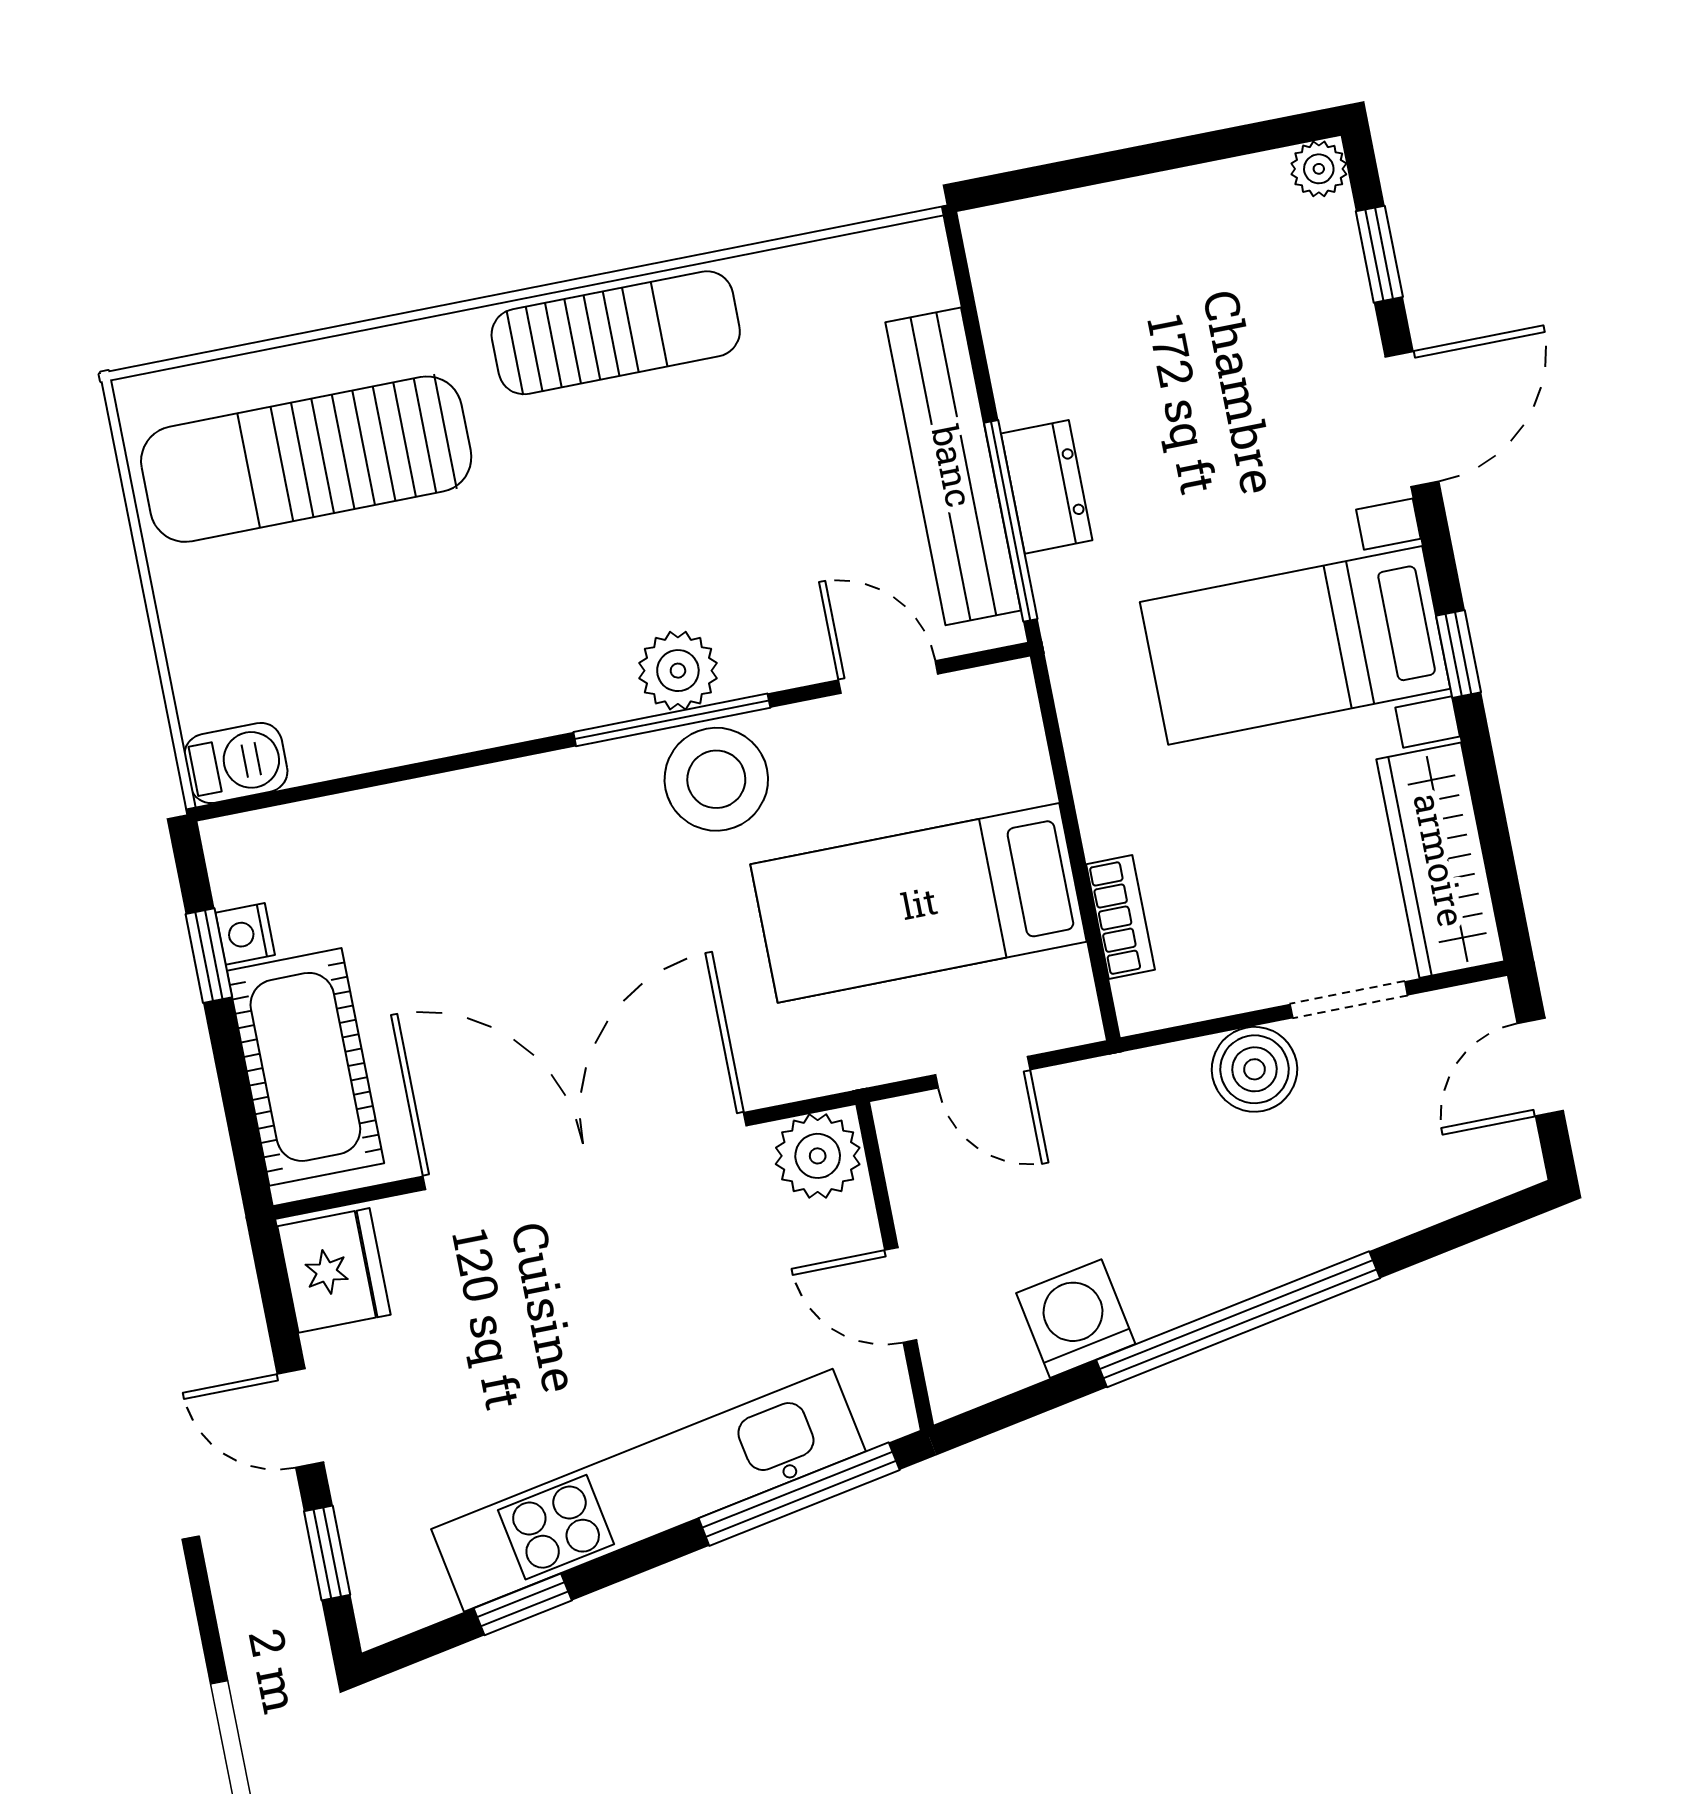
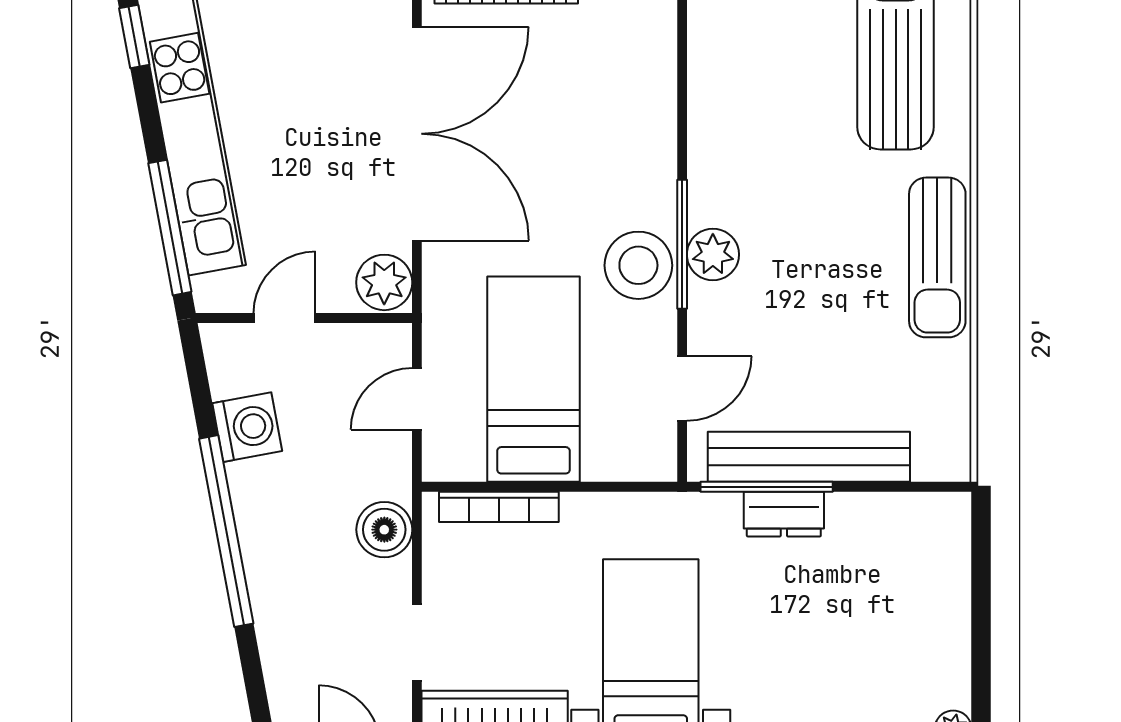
bookcase: (1121, 917) -> (499, 507), width x1.56
boiler: (1254, 1069) -> (384, 530), moved

